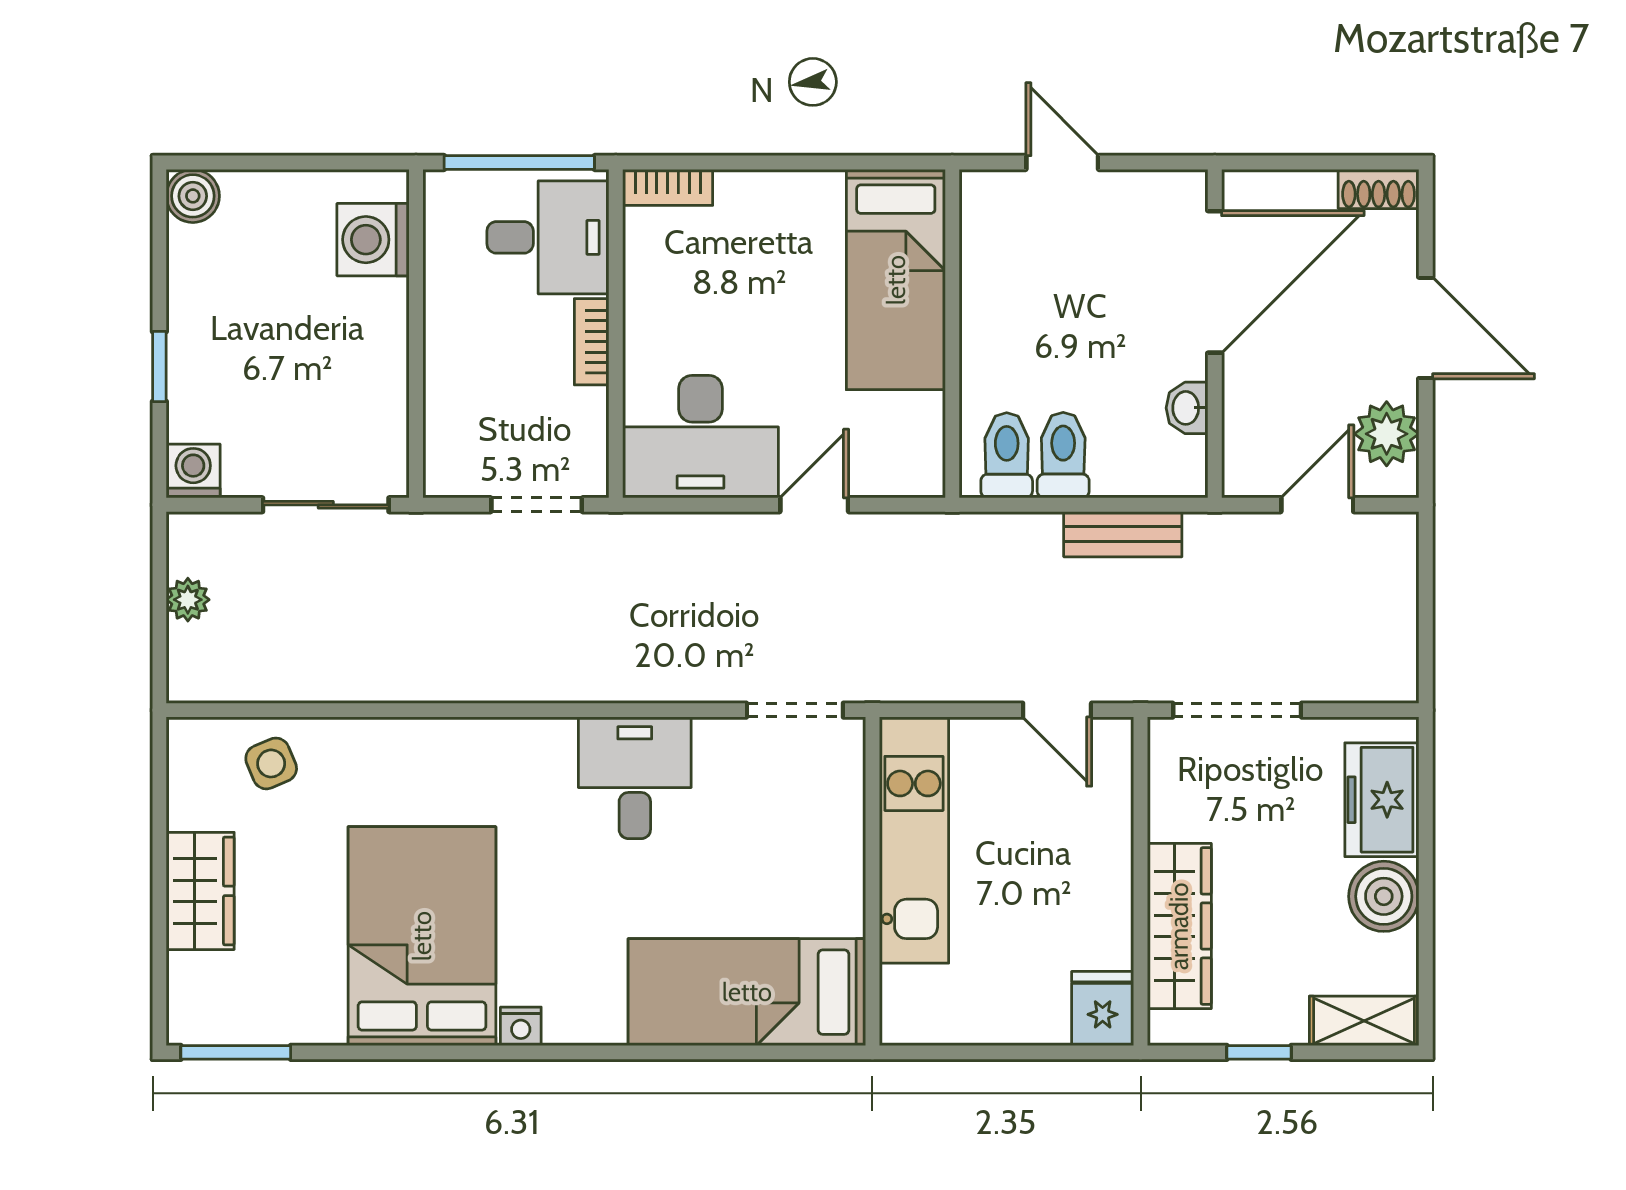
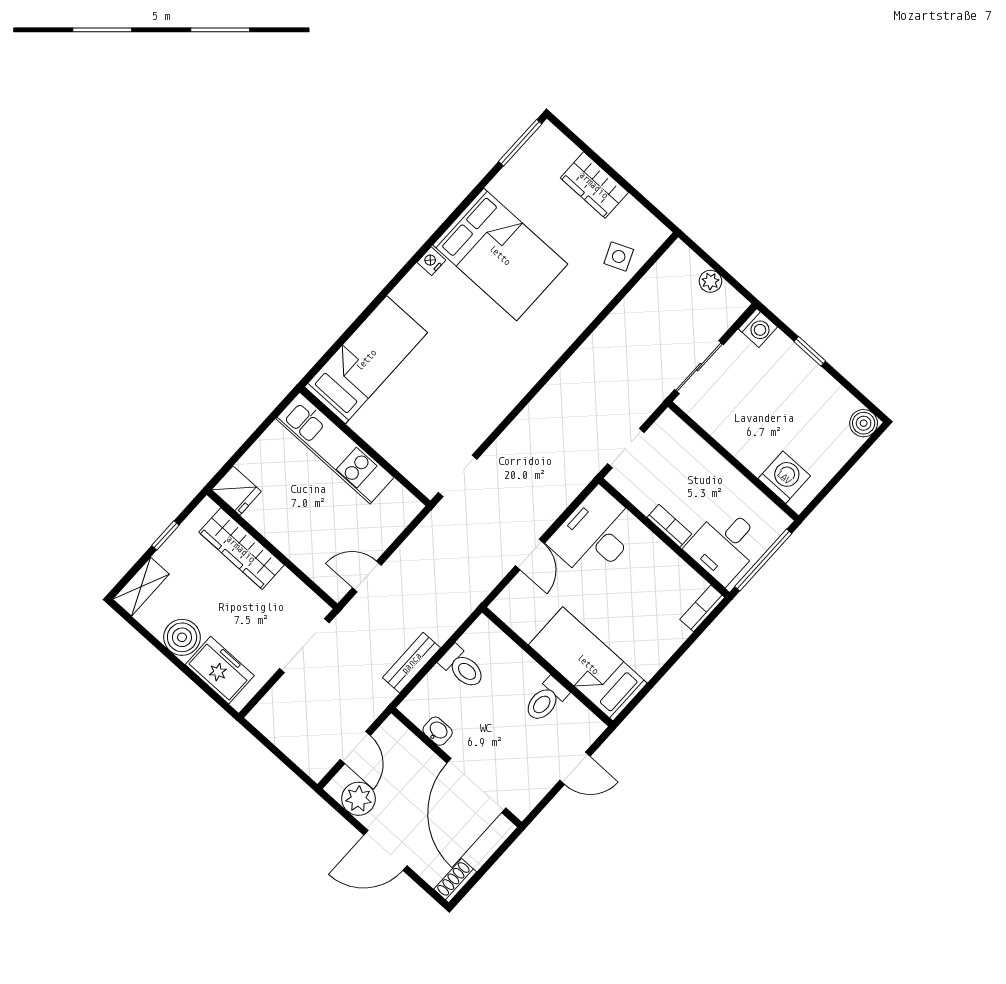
toilet: (1007, 455) -> (546, 700), moved, turned 90
desk: (635, 778) -> (487, 391), removed
kitchen unit: (914, 840) -> (335, 448), moved

